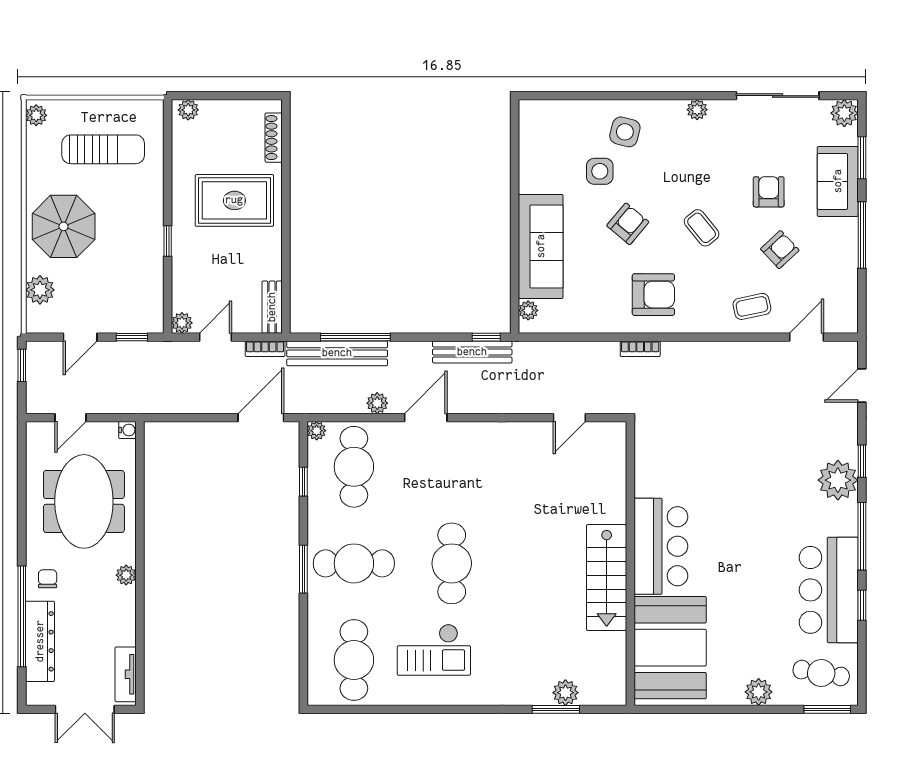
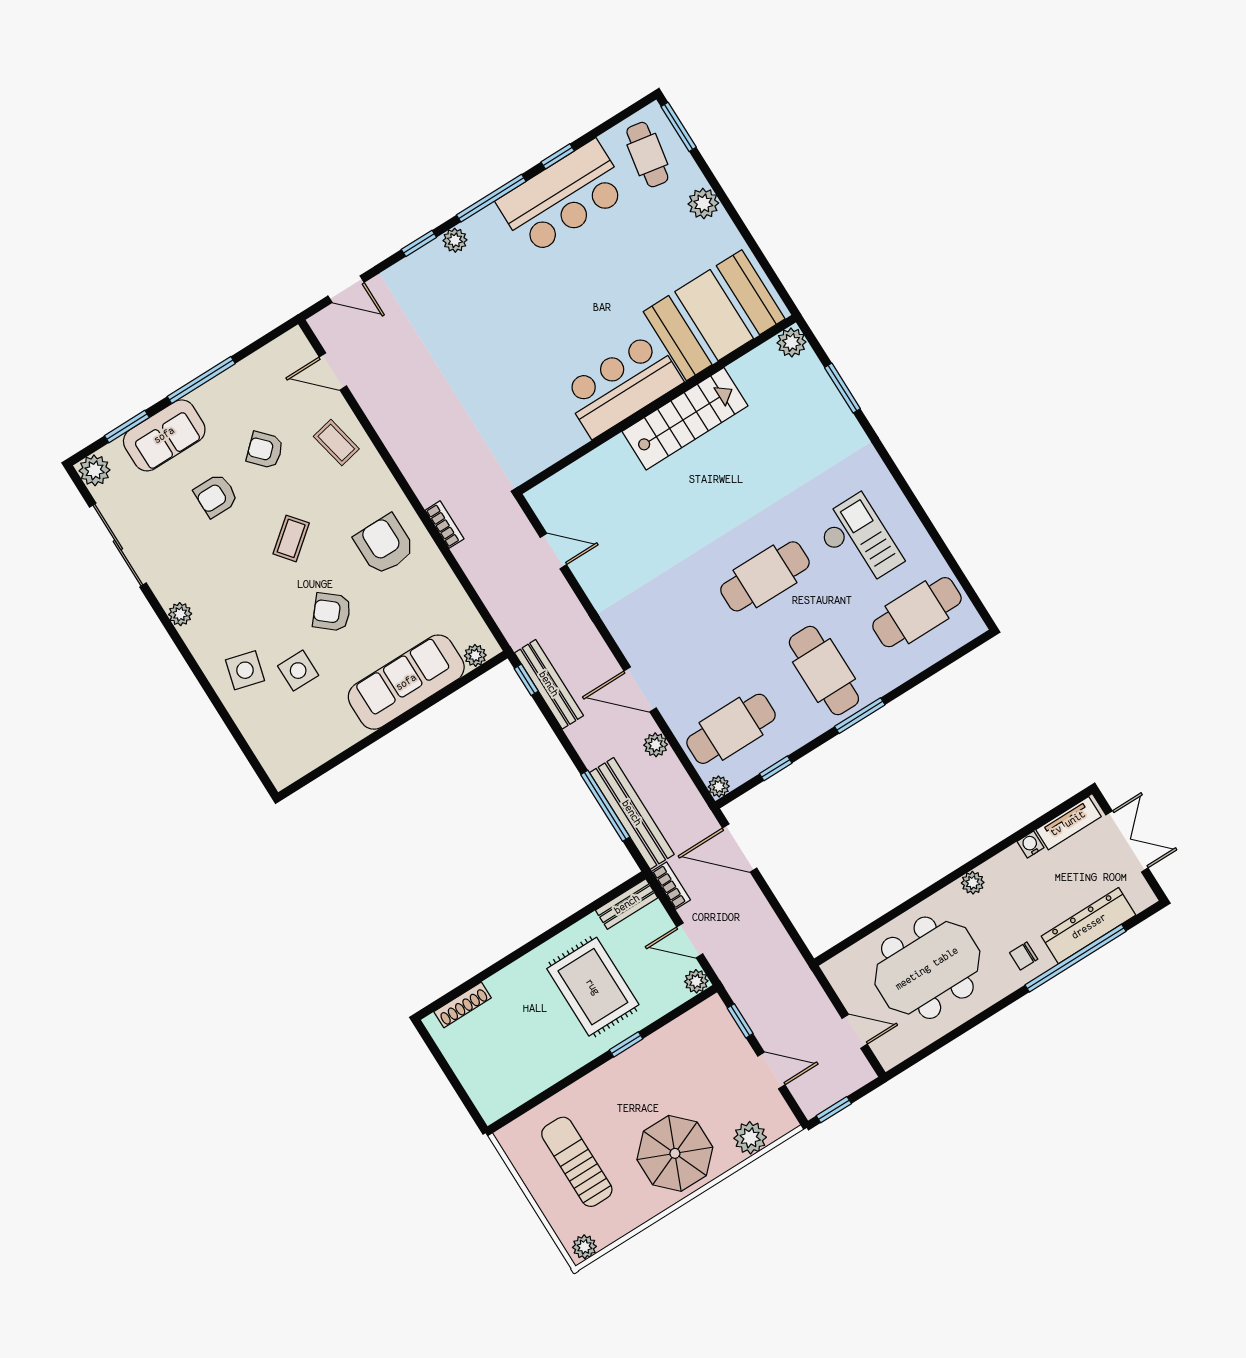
plant: (188, 110) -> (487, 1104), removed
rug: (234, 200) -> (593, 987), moved
water cooler: (127, 430) -> (1031, 845), moved
plant: (838, 480) -> (455, 240), width x0.53, depth x0.53
plant: (565, 693) -> (791, 342), moved

